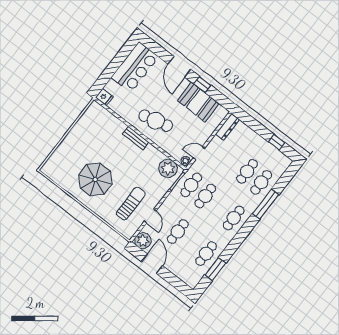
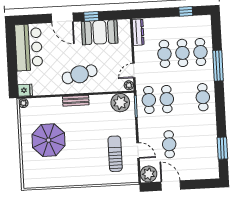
plant: (95, 106) -> (23, 103), added
parasol: (95, 179) -> (49, 140), moved
cafe table: (206, 254) -> (164, 54), moved

